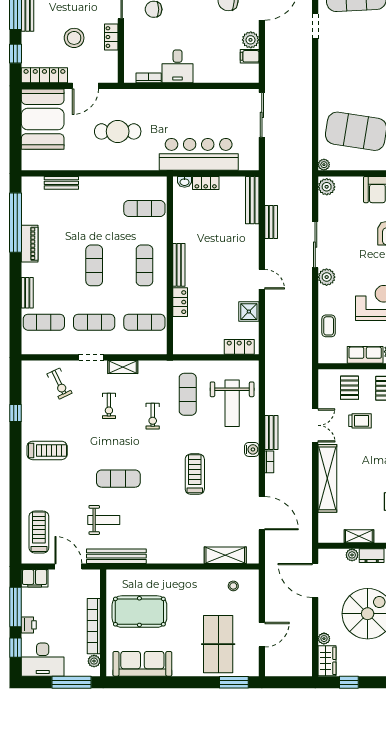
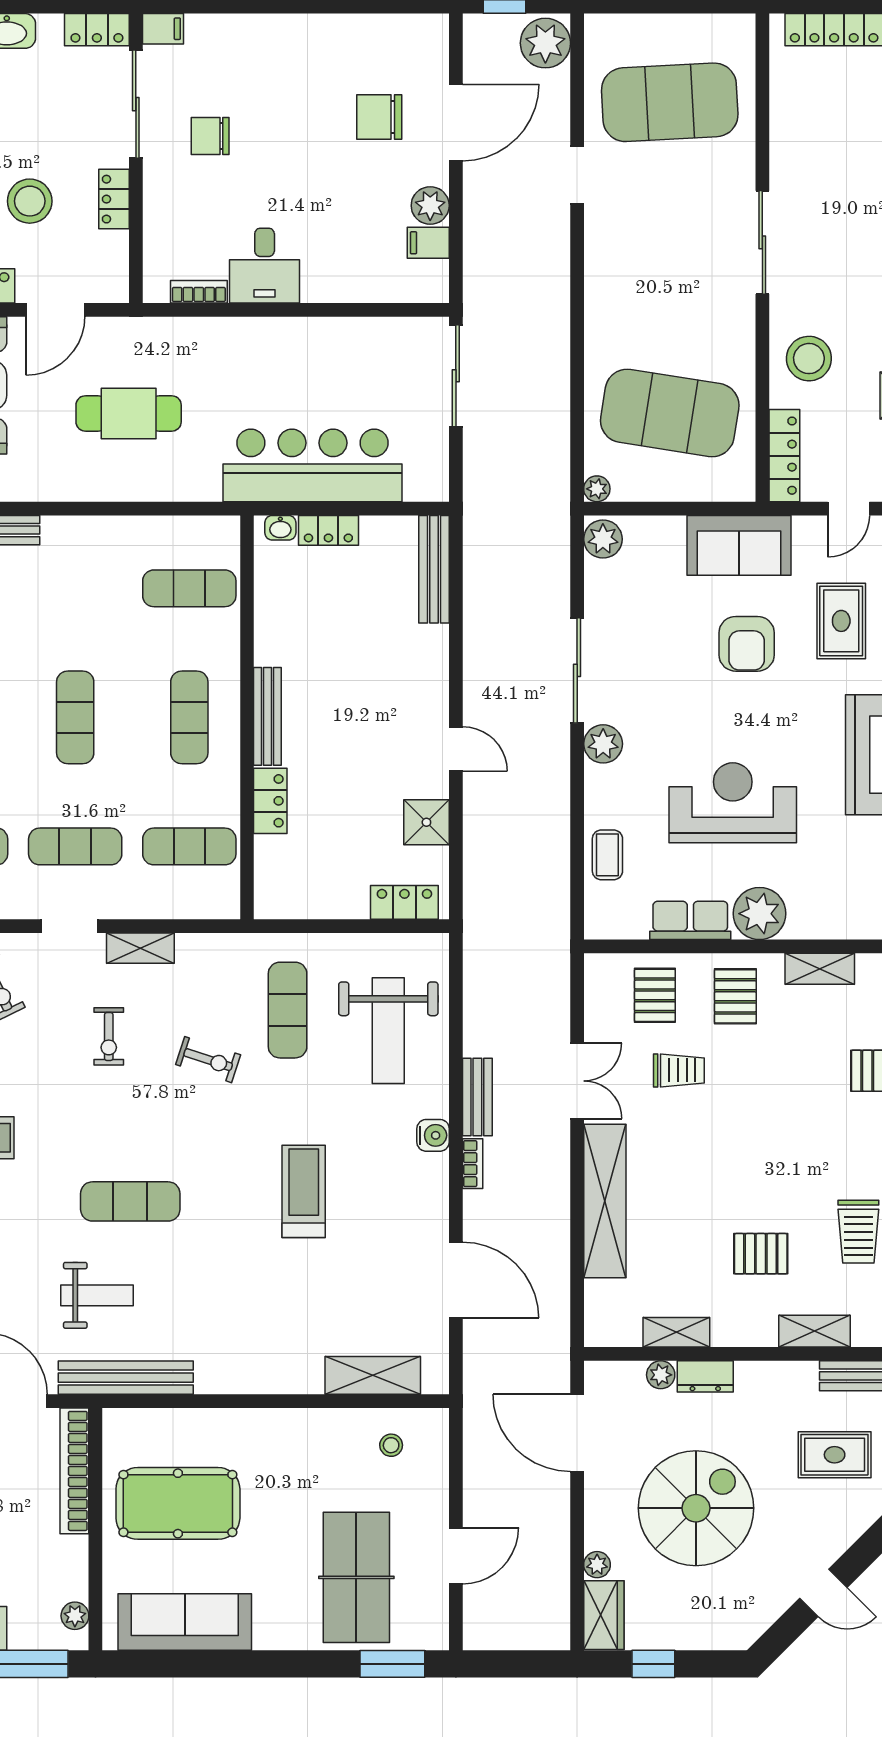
bench: (271, 222) -> (477, 619), removed
exercise bike: (153, 416) -> (208, 1060), turned -72
bookcase: (94, 626) -> (74, 1471), moved

